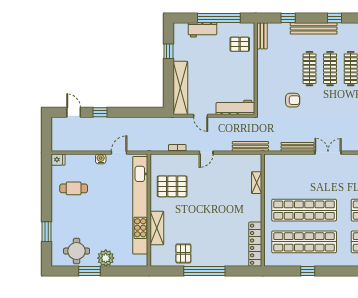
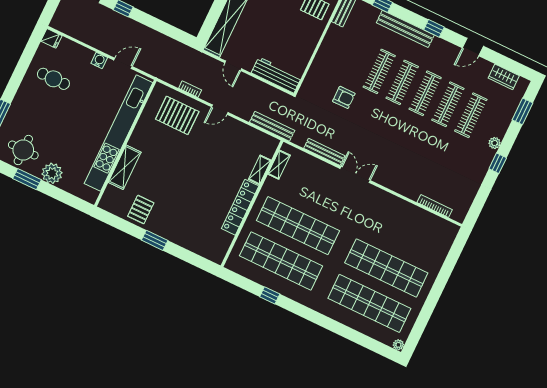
shelving: (269, 172) -> (279, 165), added
pallet: (172, 186) -> (177, 115), moved
locker: (255, 244) -> (240, 207), moved
window: (204, 271) -> (155, 240), width x0.47

